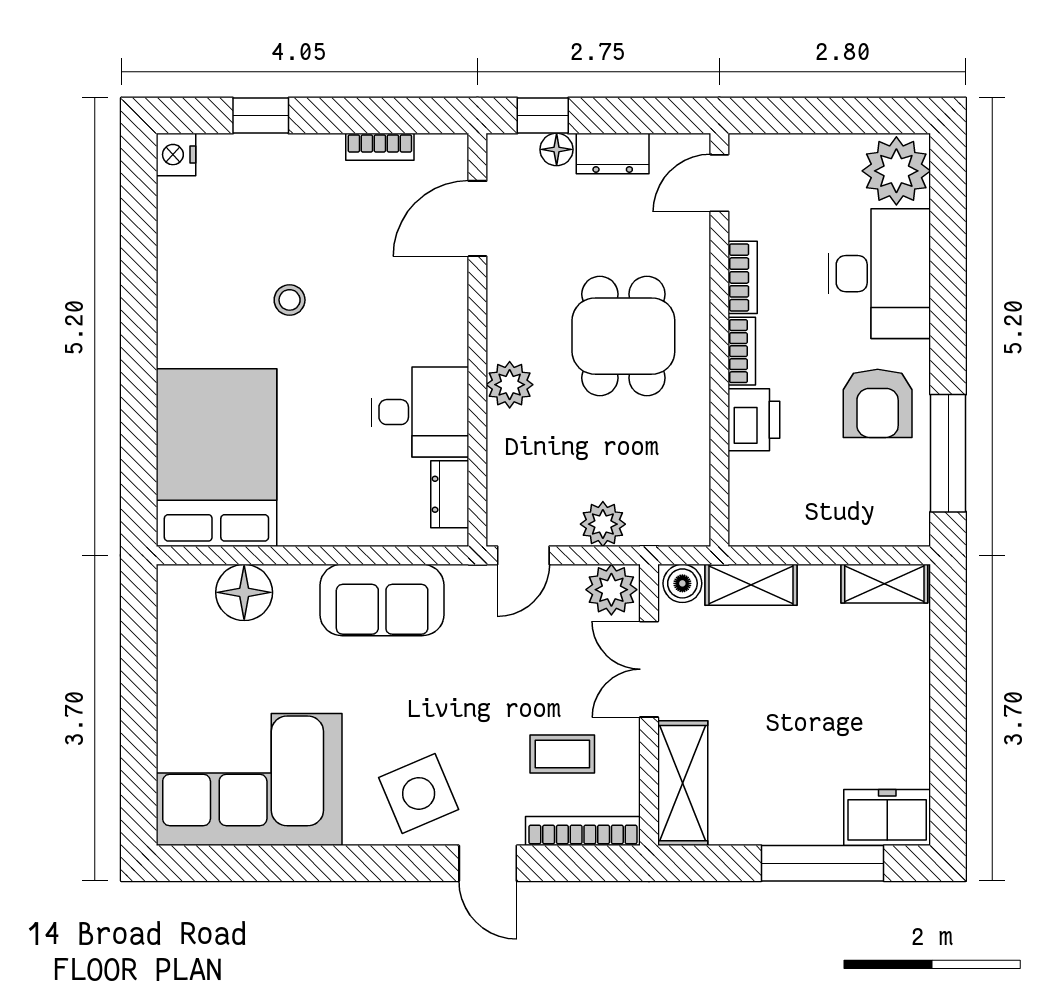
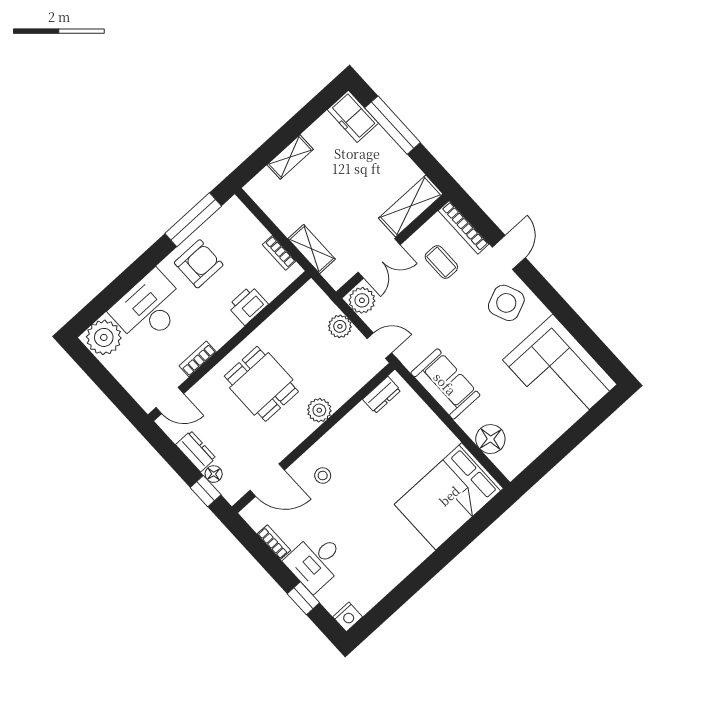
stool: (290, 300) -> (323, 476), moved
dining table: (623, 336) -> (261, 384), turned 90
bookcase: (742, 351) -> (279, 253), moved, turned -90
desk: (420, 412) -> (316, 561), moved, turned -90
boiler: (682, 583) -> (335, 276), removed
shelving: (884, 584) -> (290, 157), moved, turned 90

